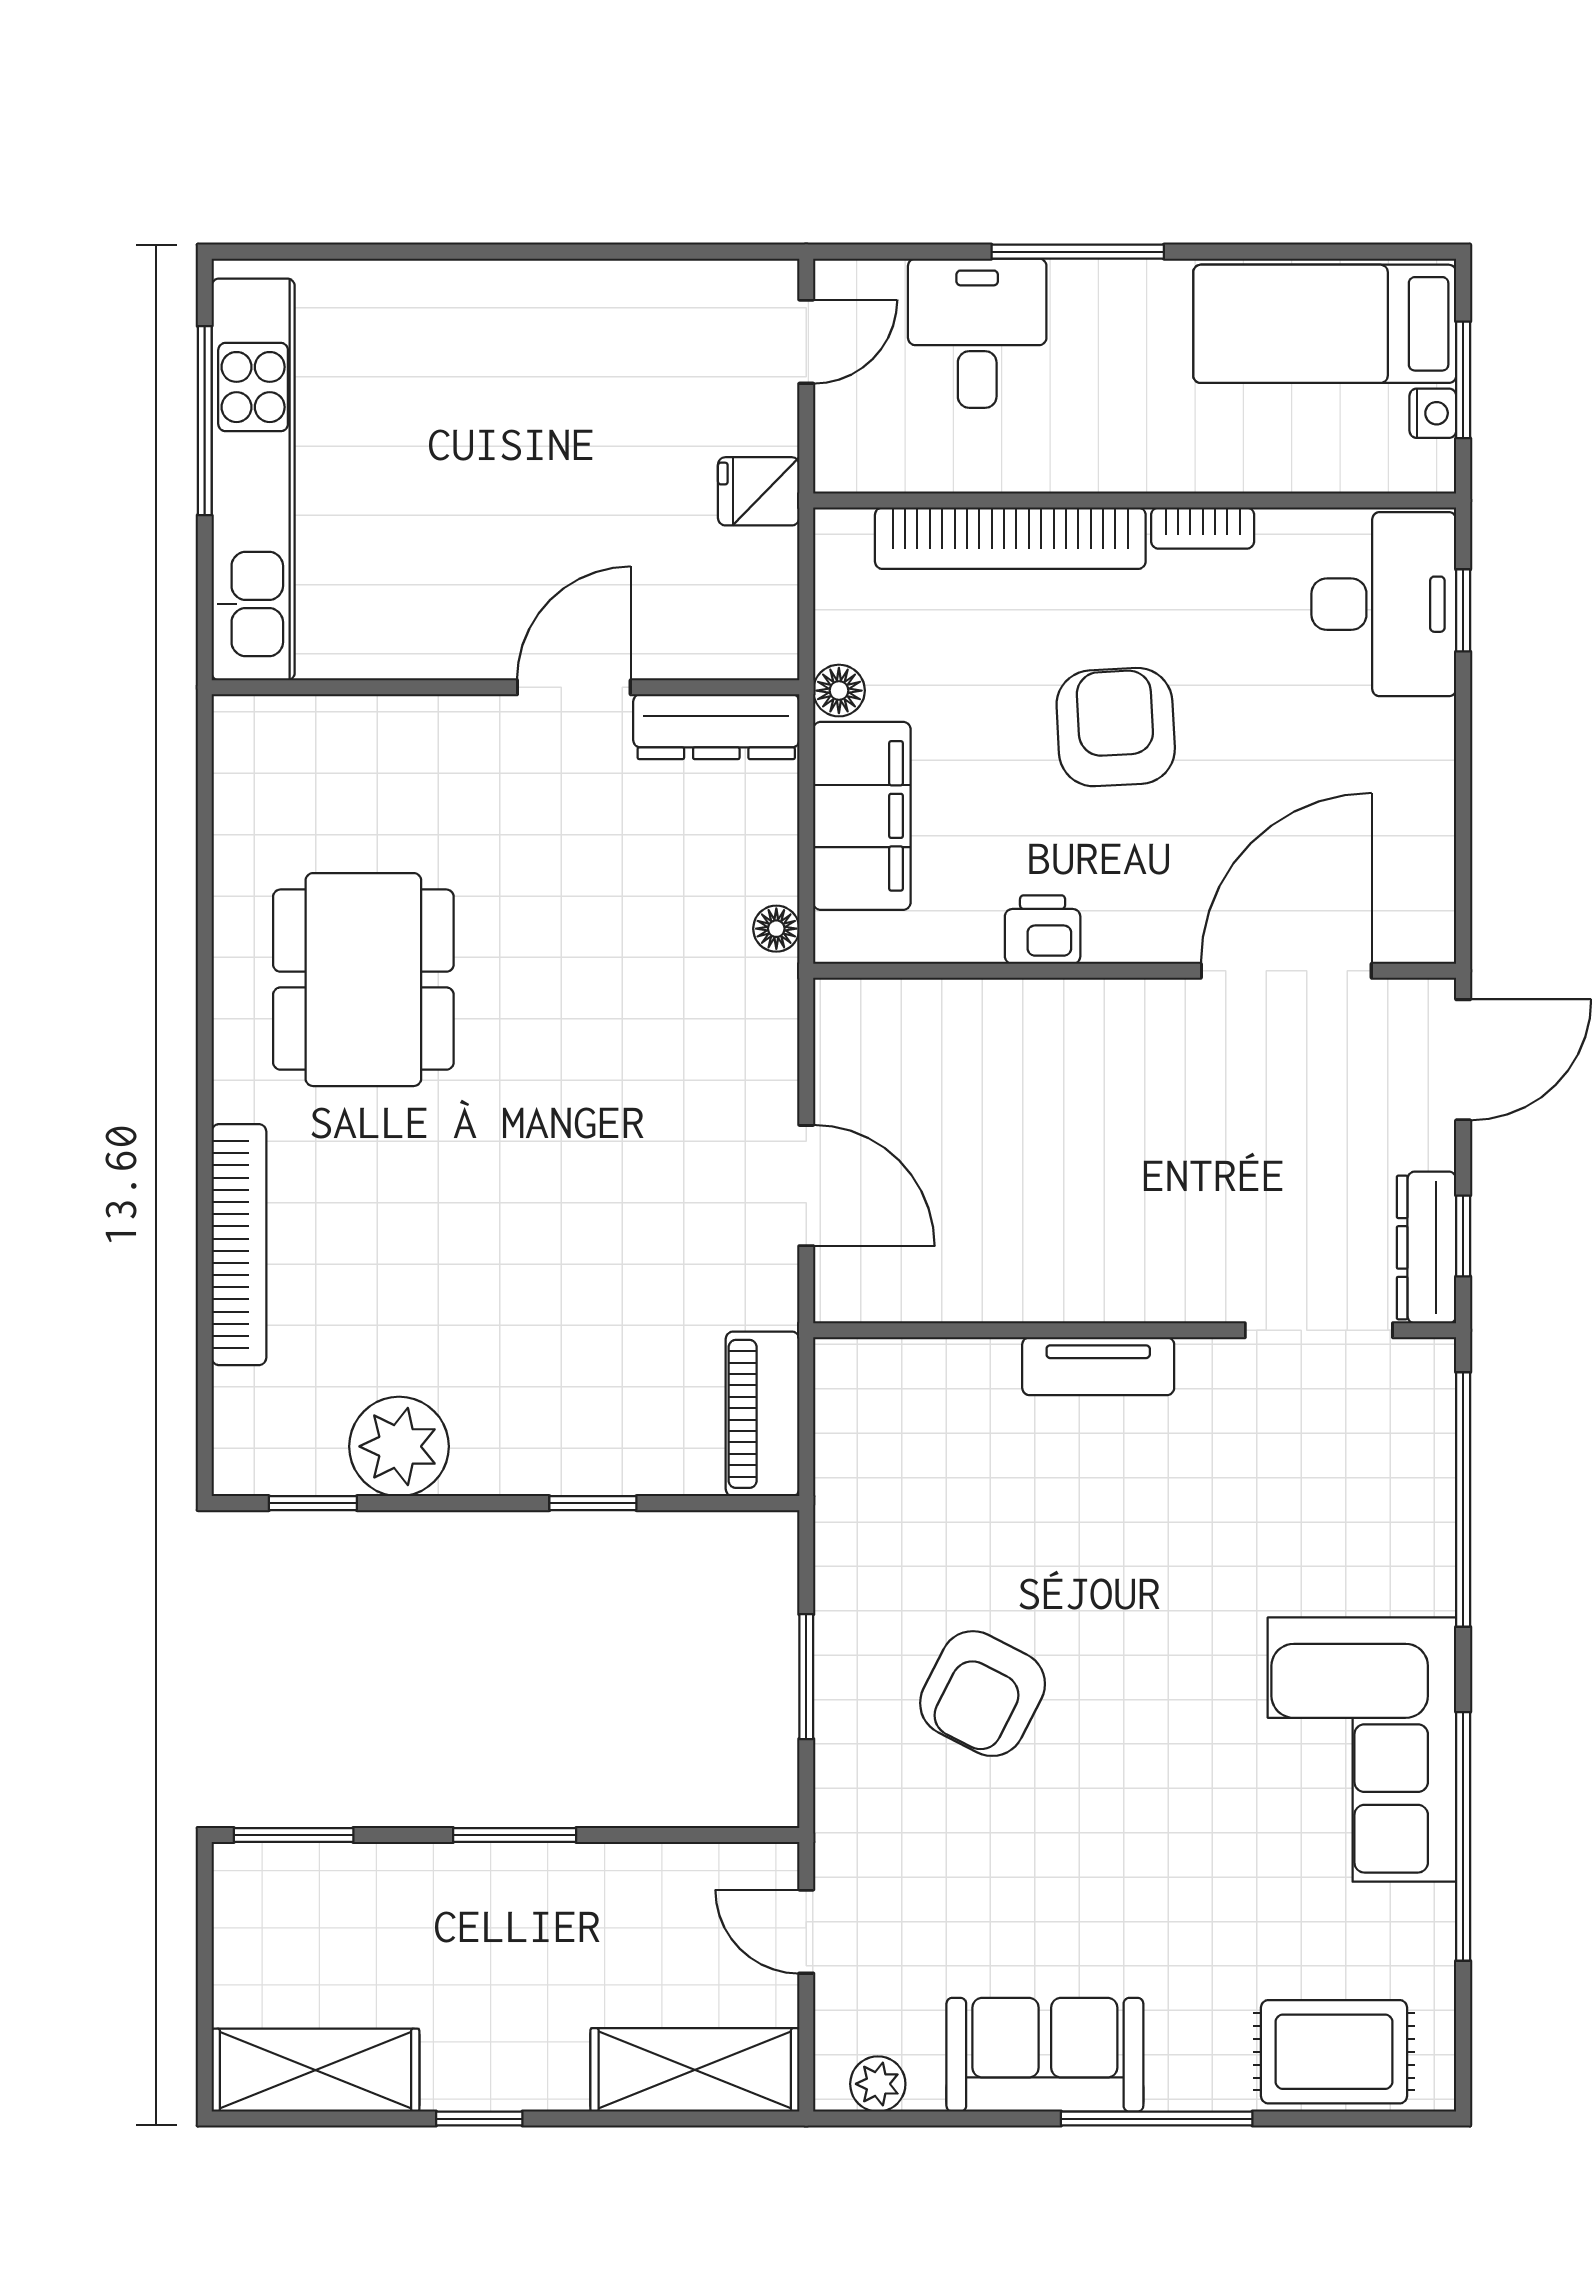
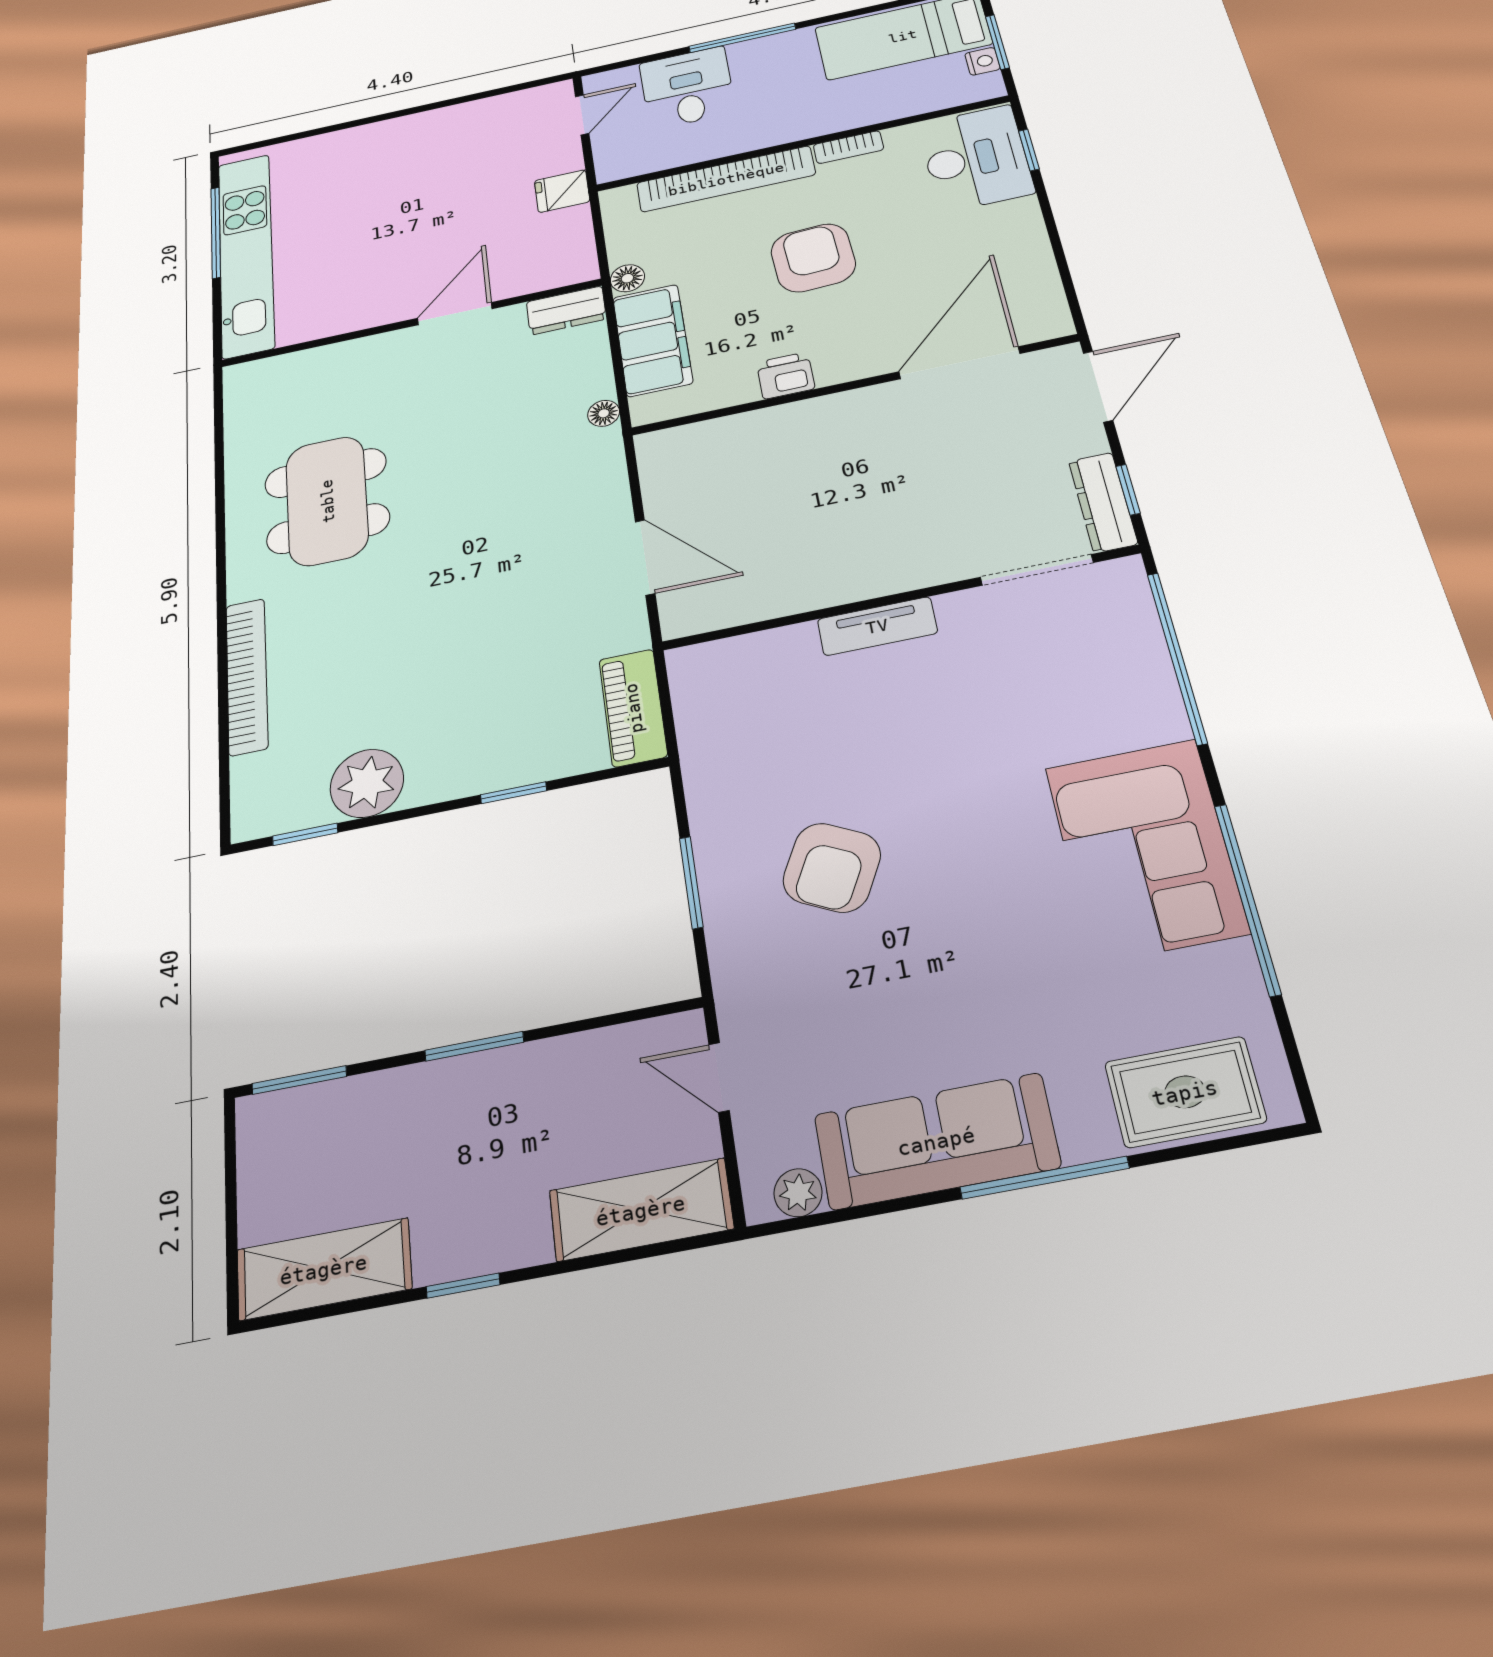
dresser: (716, 727) -> (566, 310), width x0.70
sofa: (1045, 2055) -> (936, 1141), width x1.36

